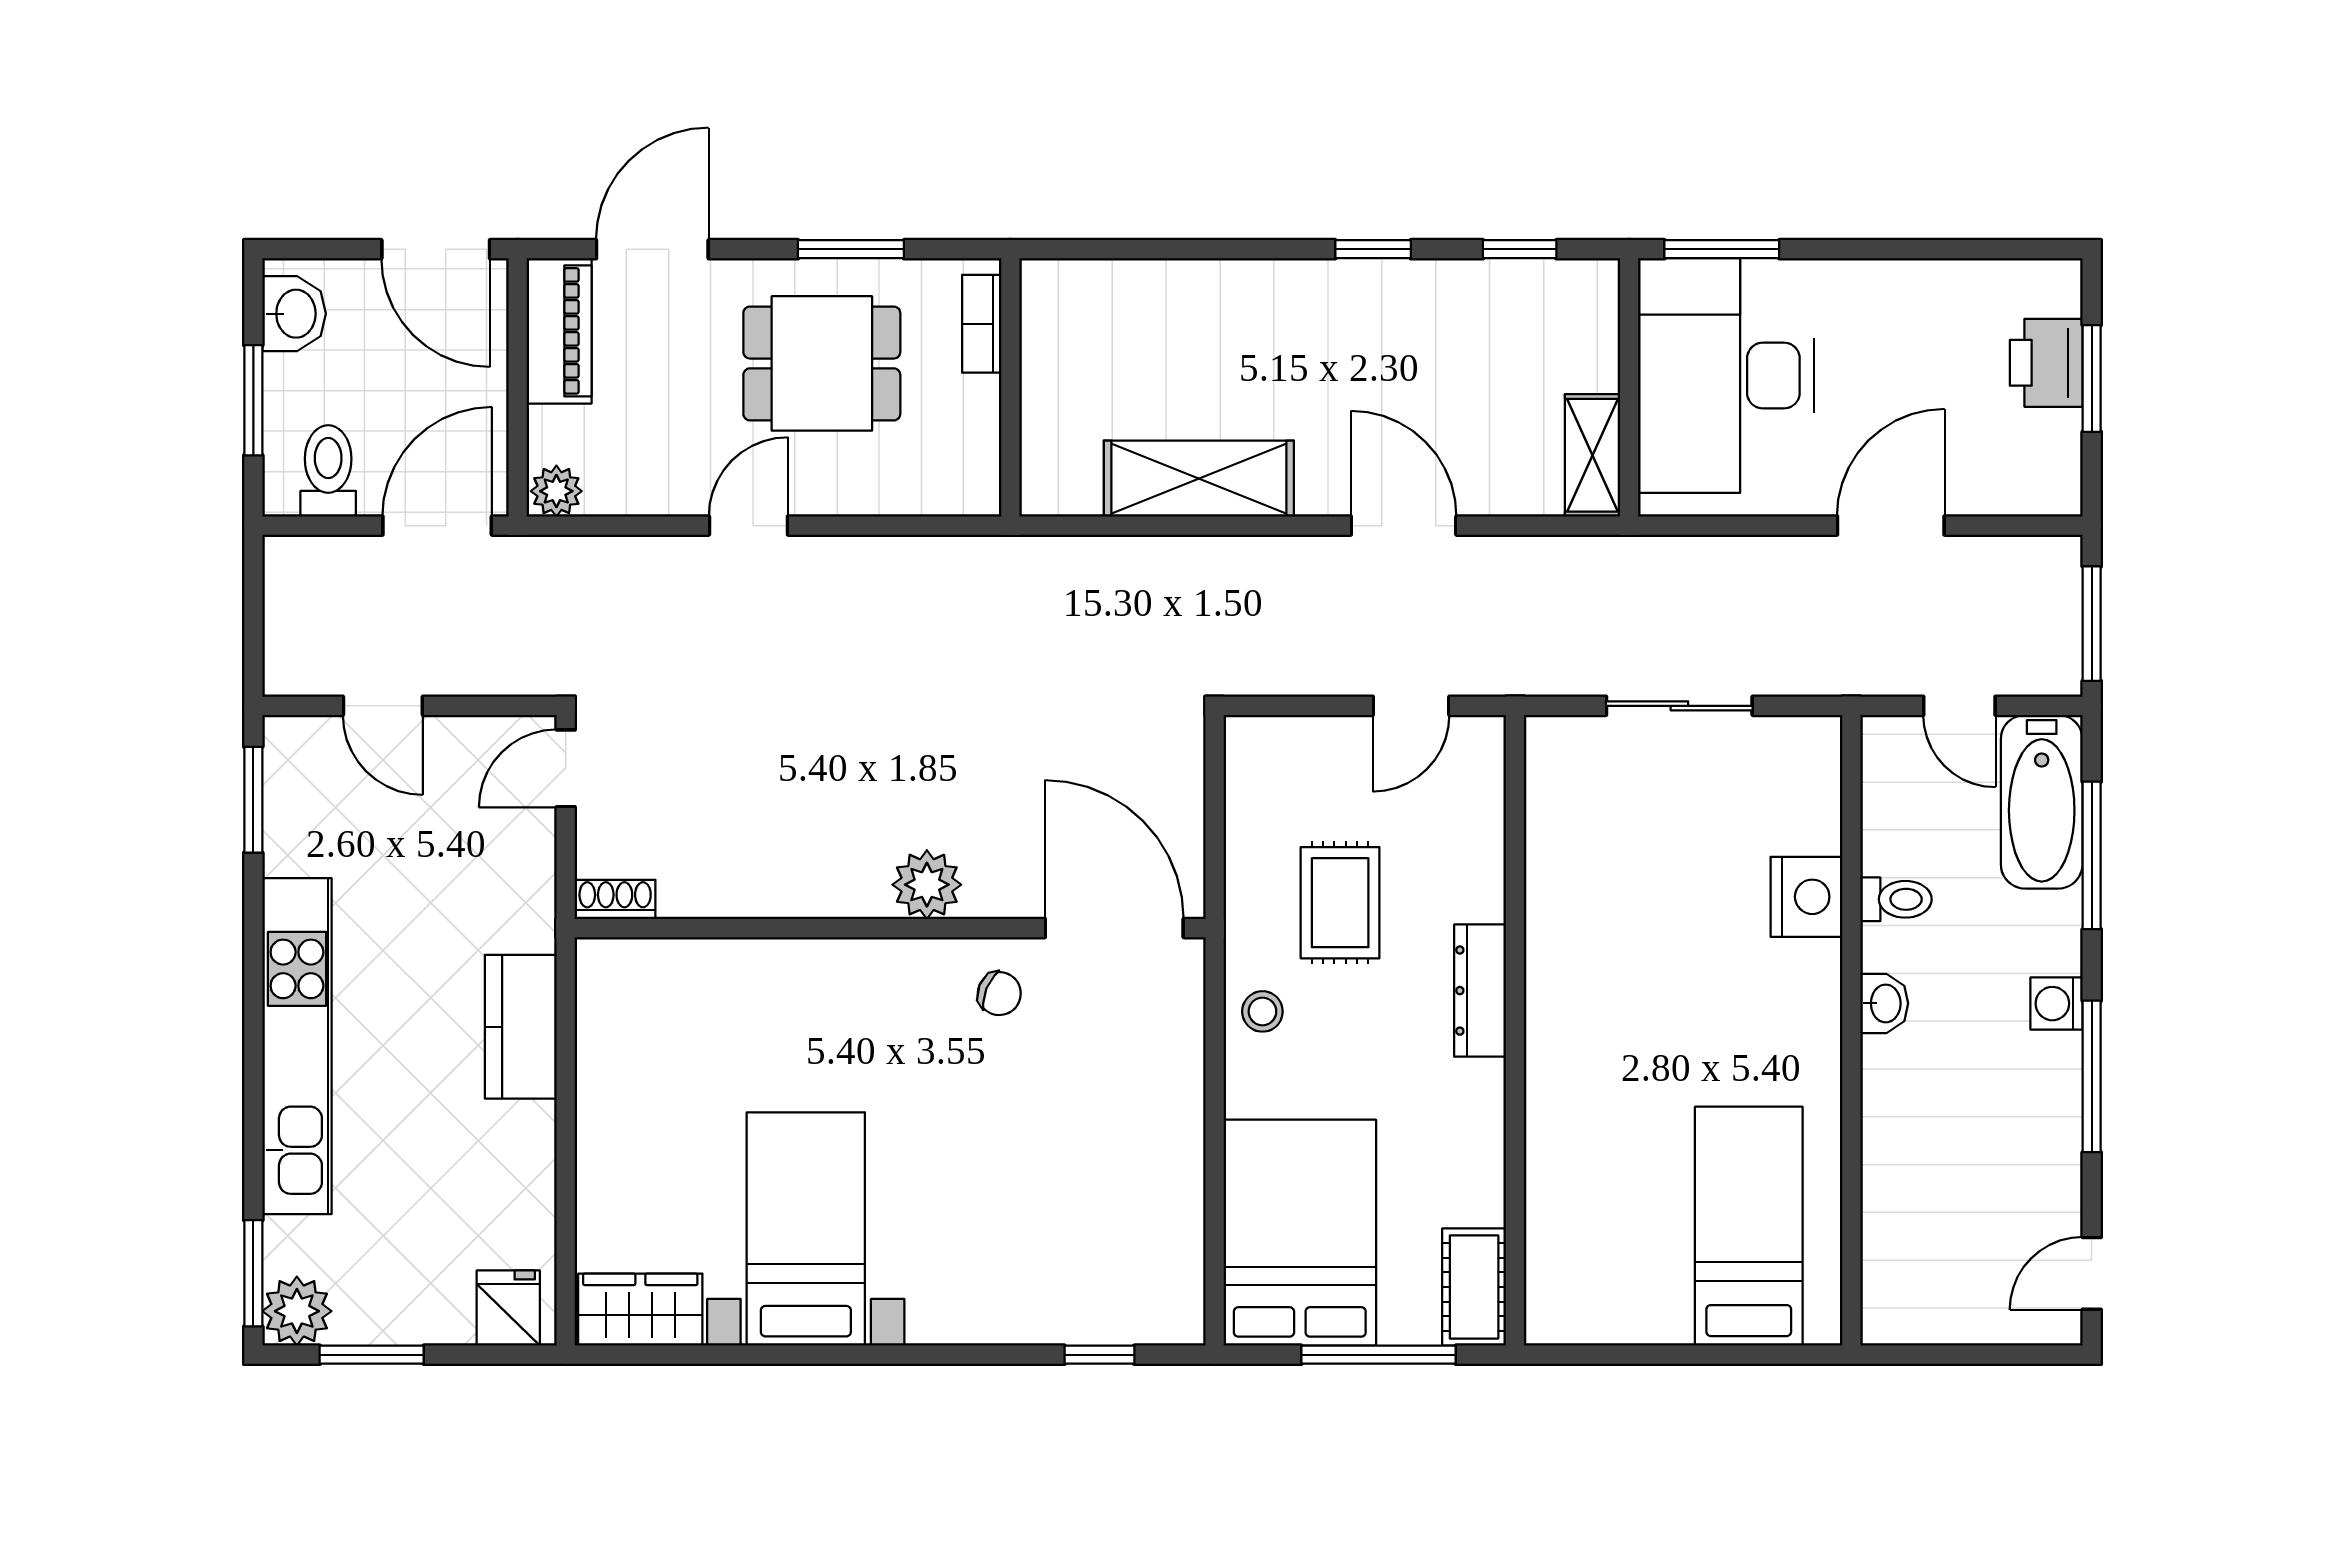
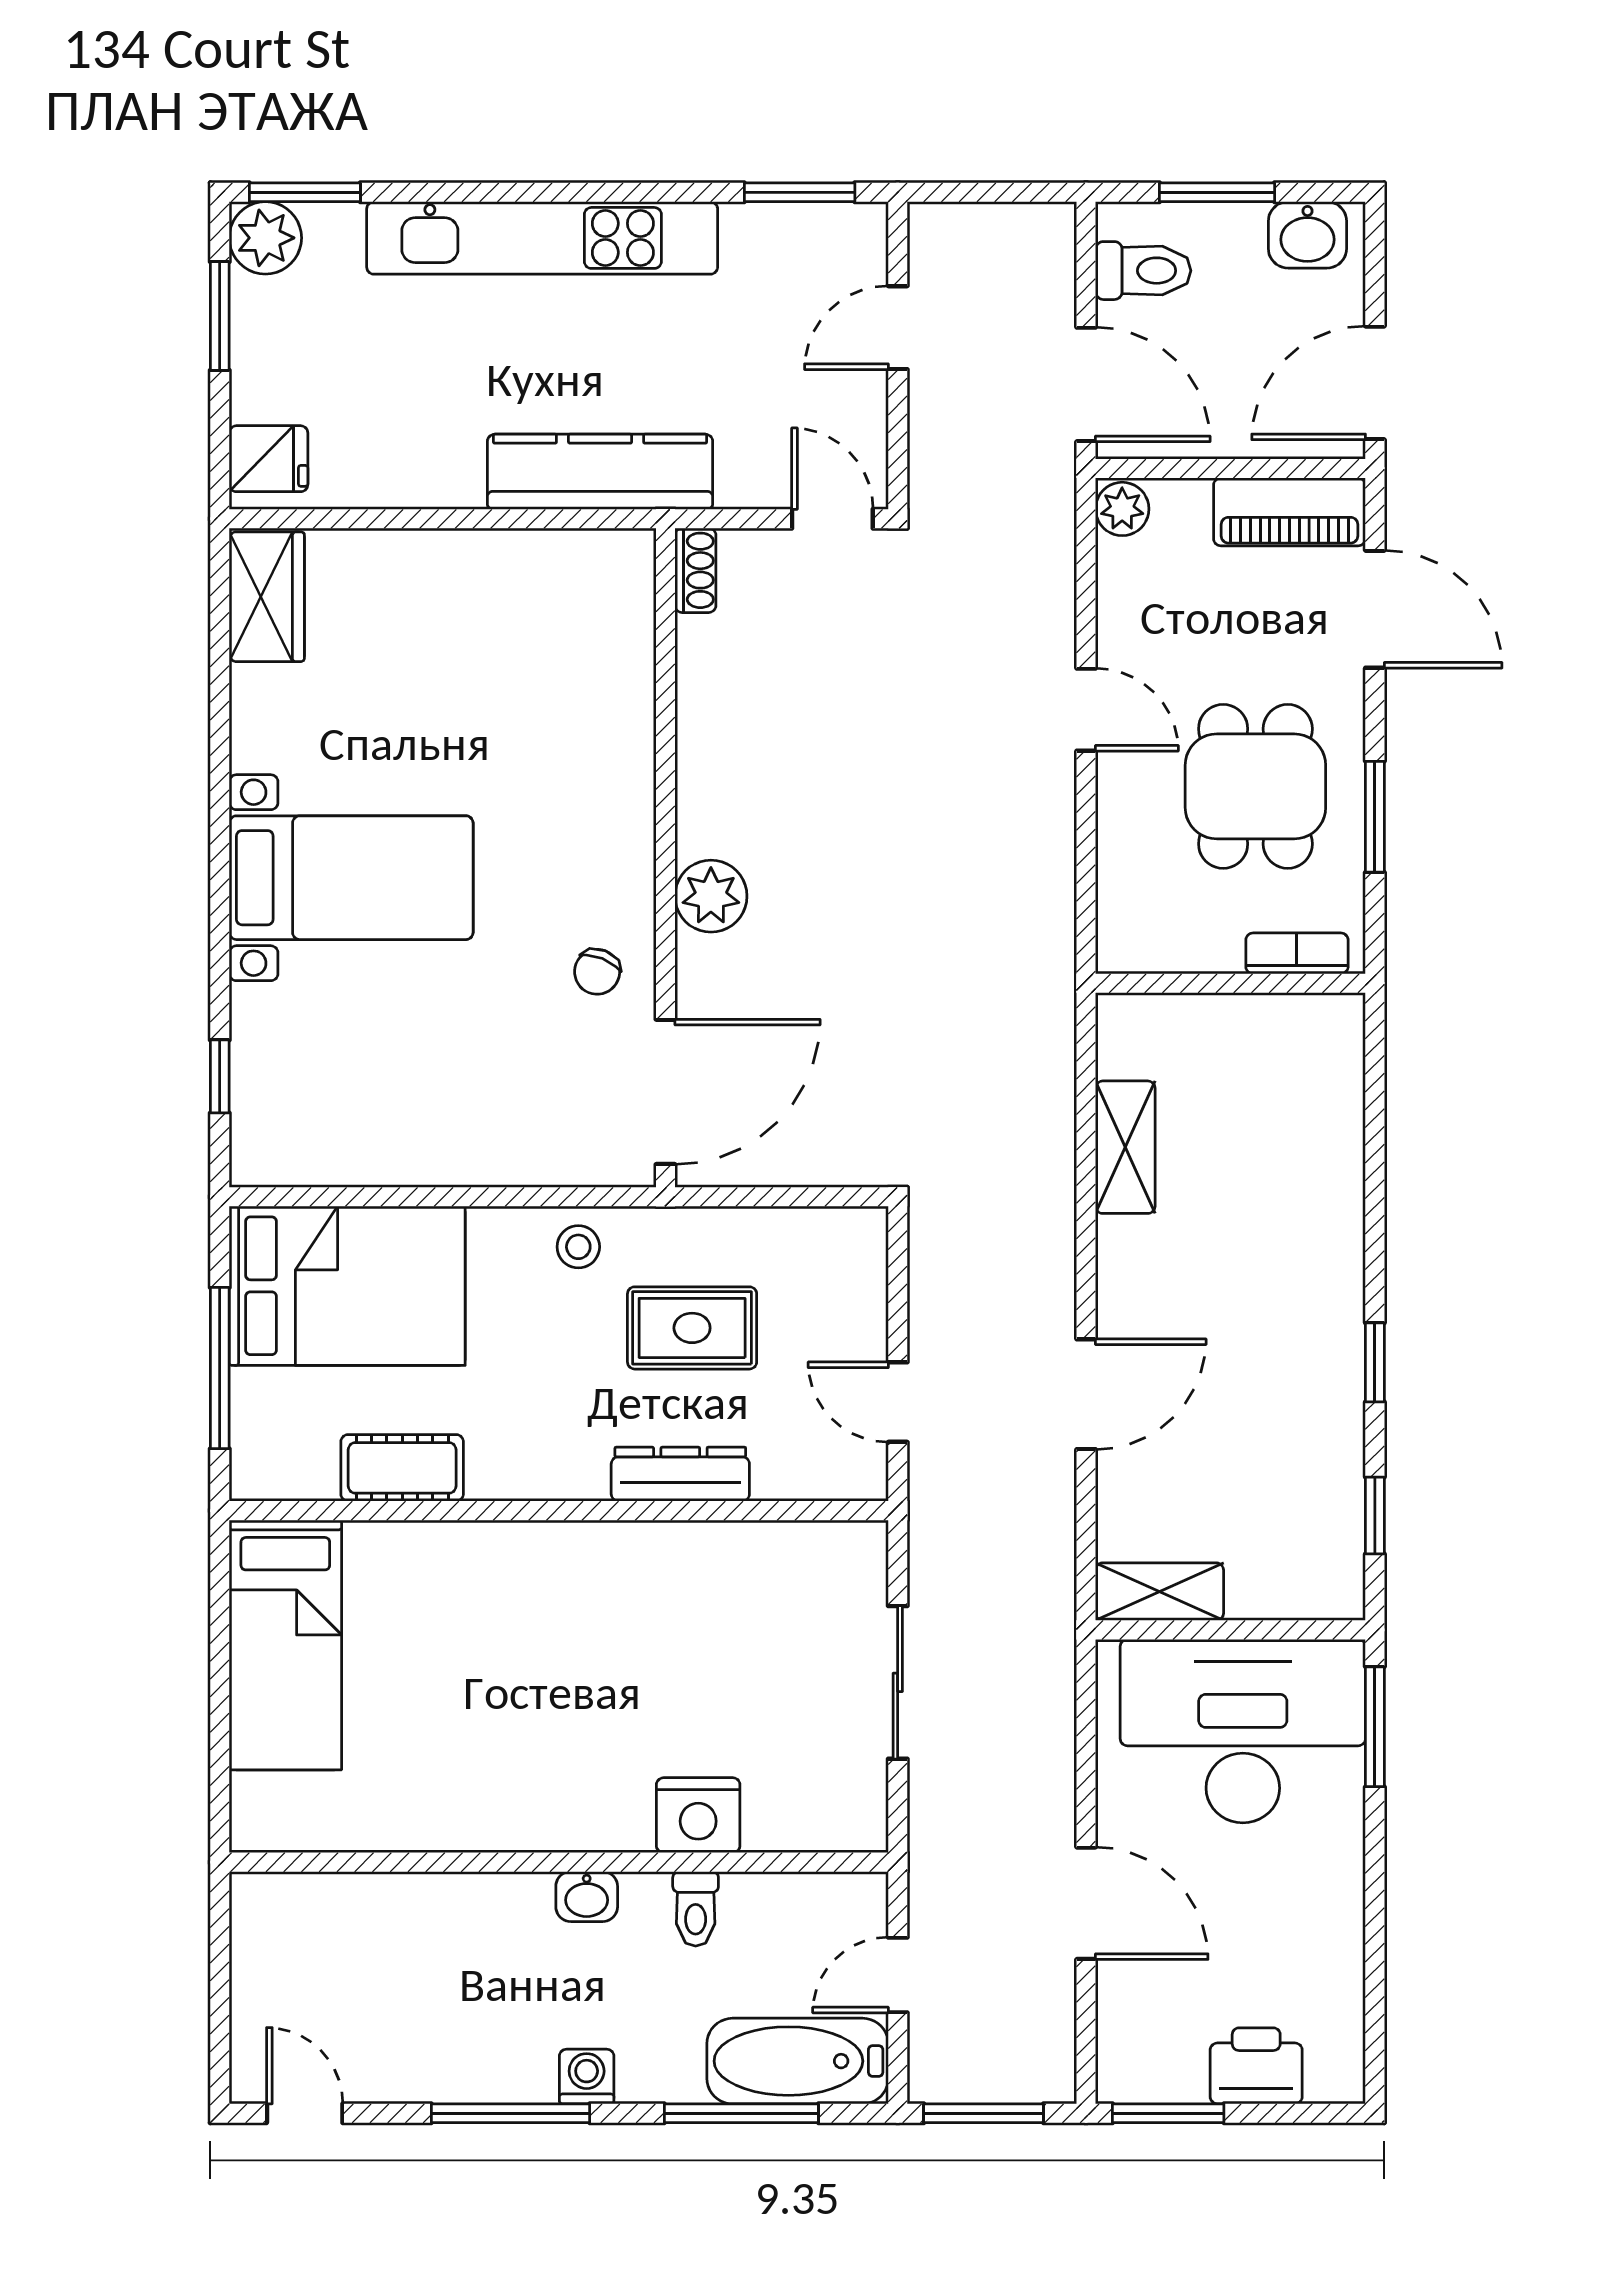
window: (2092, 378) -> (1168, 2113), moved
shelving: (1199, 479) -> (1125, 1147), width x0.67, depth x0.75
dresser: (1480, 991) -> (680, 1474), moved
kitchen counter: (521, 1027) -> (600, 472), width x1.50
bed: (1749, 1226) -> (285, 1645), moved, turned 90
bed with nightstands: (806, 1229) -> (351, 878), moved
cot: (1474, 1287) -> (402, 1468), moved

